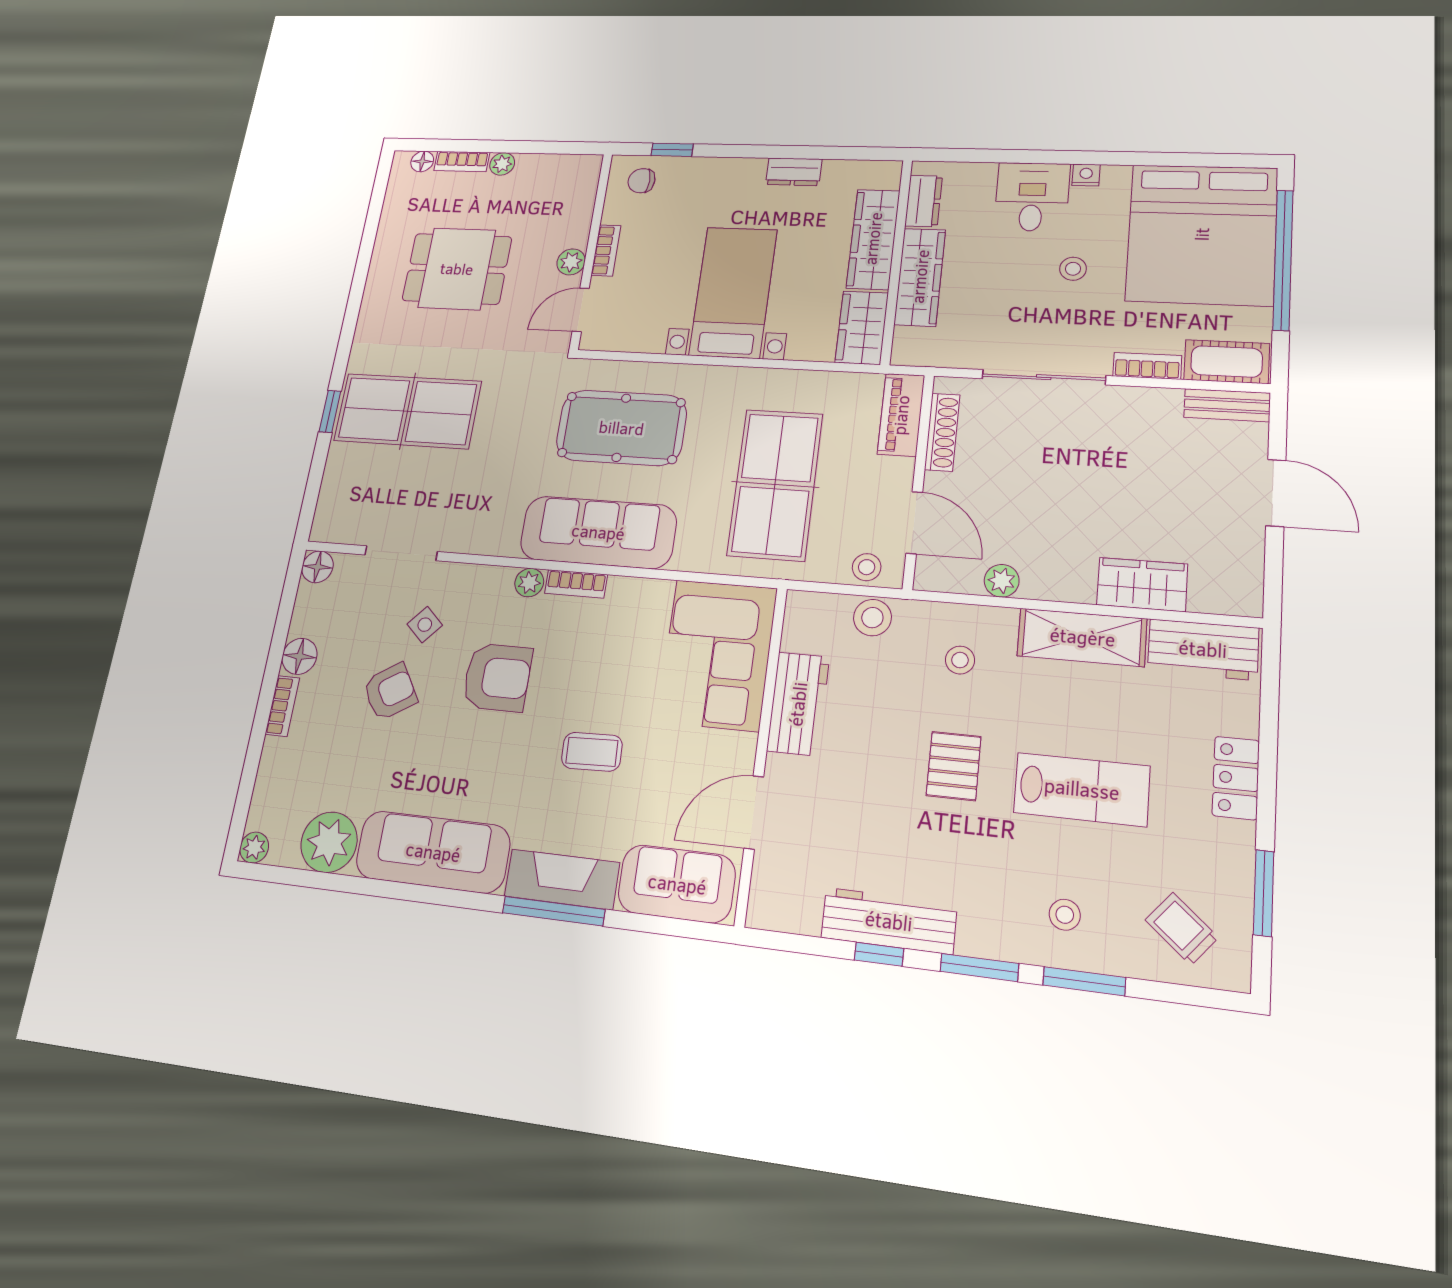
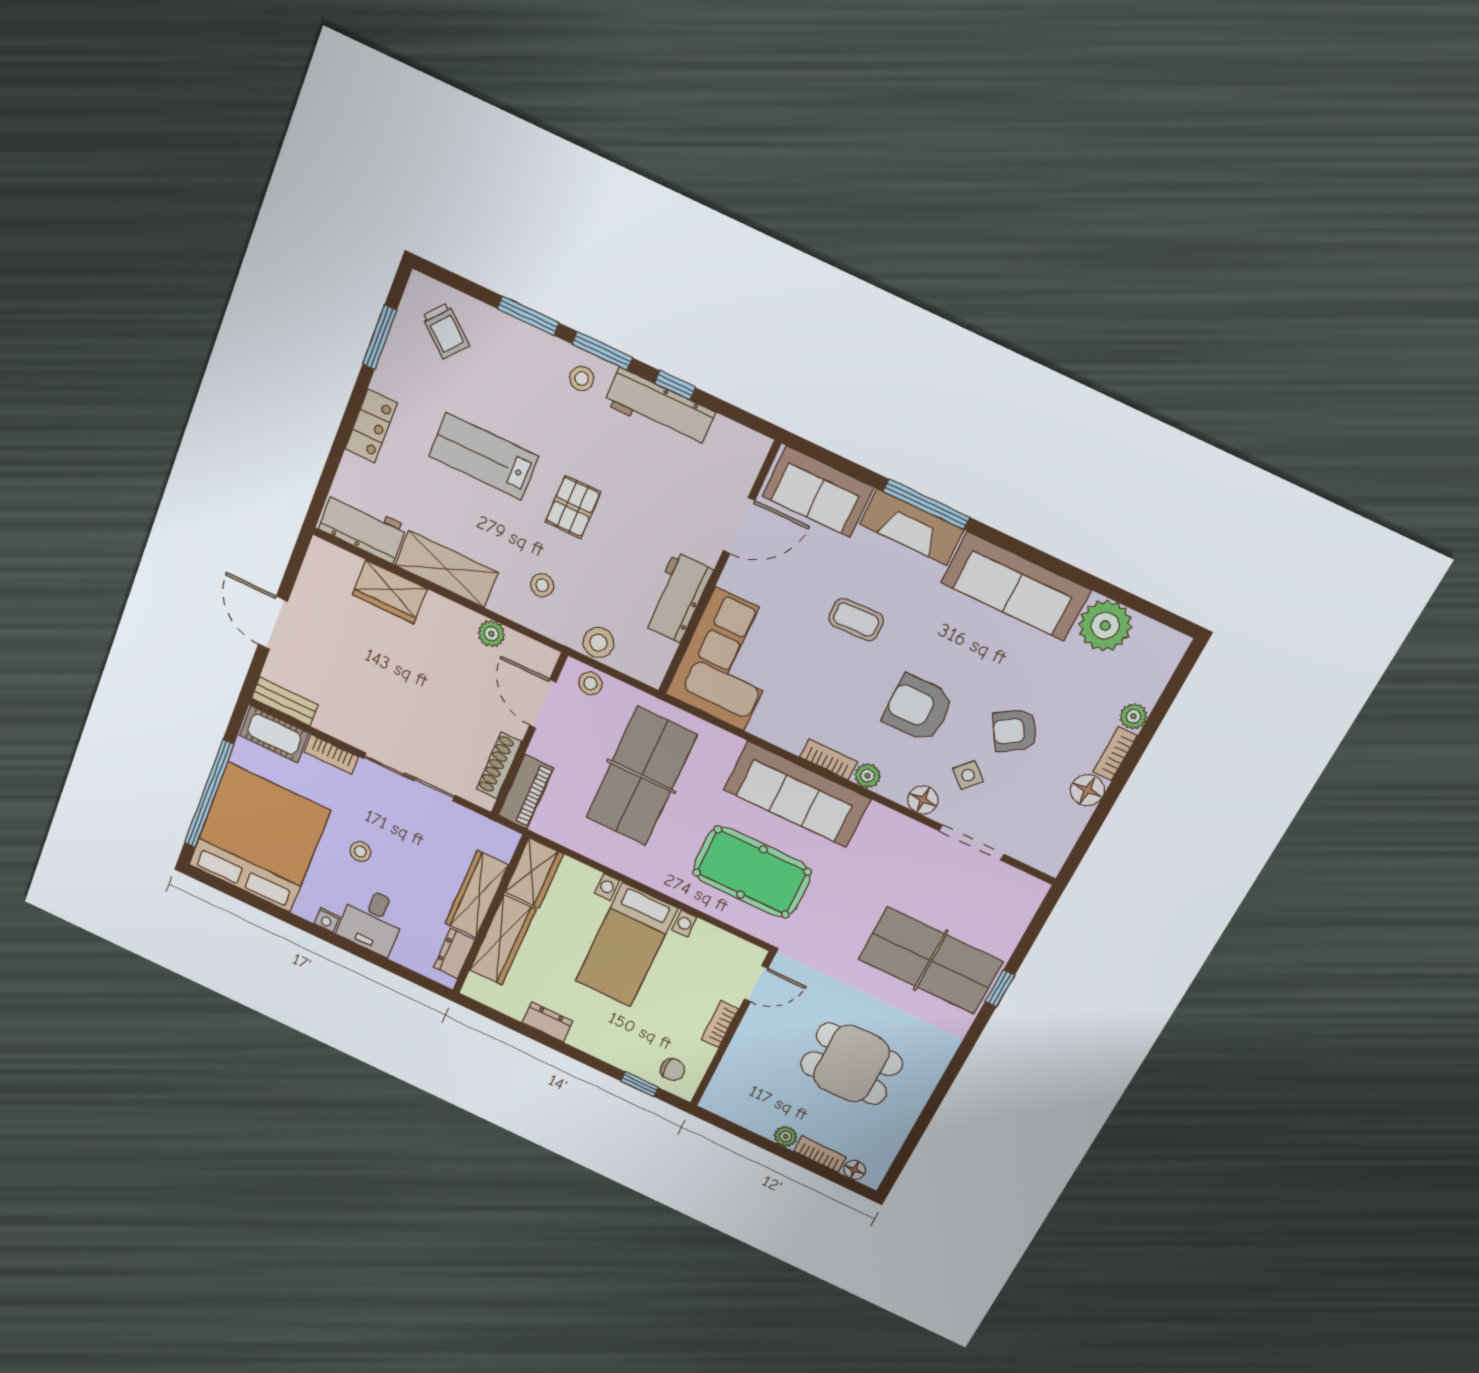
plant: (571, 262) -> (752, 1027), removed
floor lamp: (318, 567) -> (923, 800), moved
plant: (254, 848) -> (1133, 716), moved
stool: (1065, 915) -> (582, 379), moved

